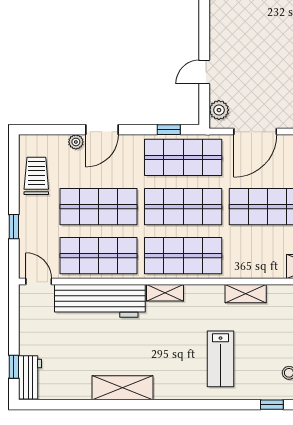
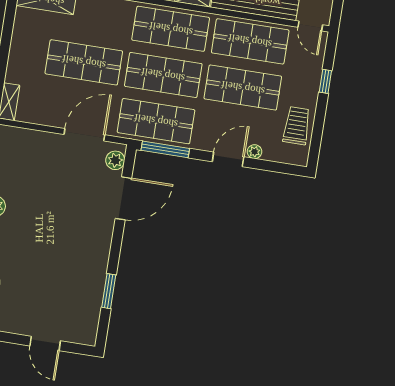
door: (204, 72) -> (123, 198), width x1.88
window: (169, 130) -> (165, 149), width x2.17
trolley: (36, 176) -> (297, 126), turned 180

